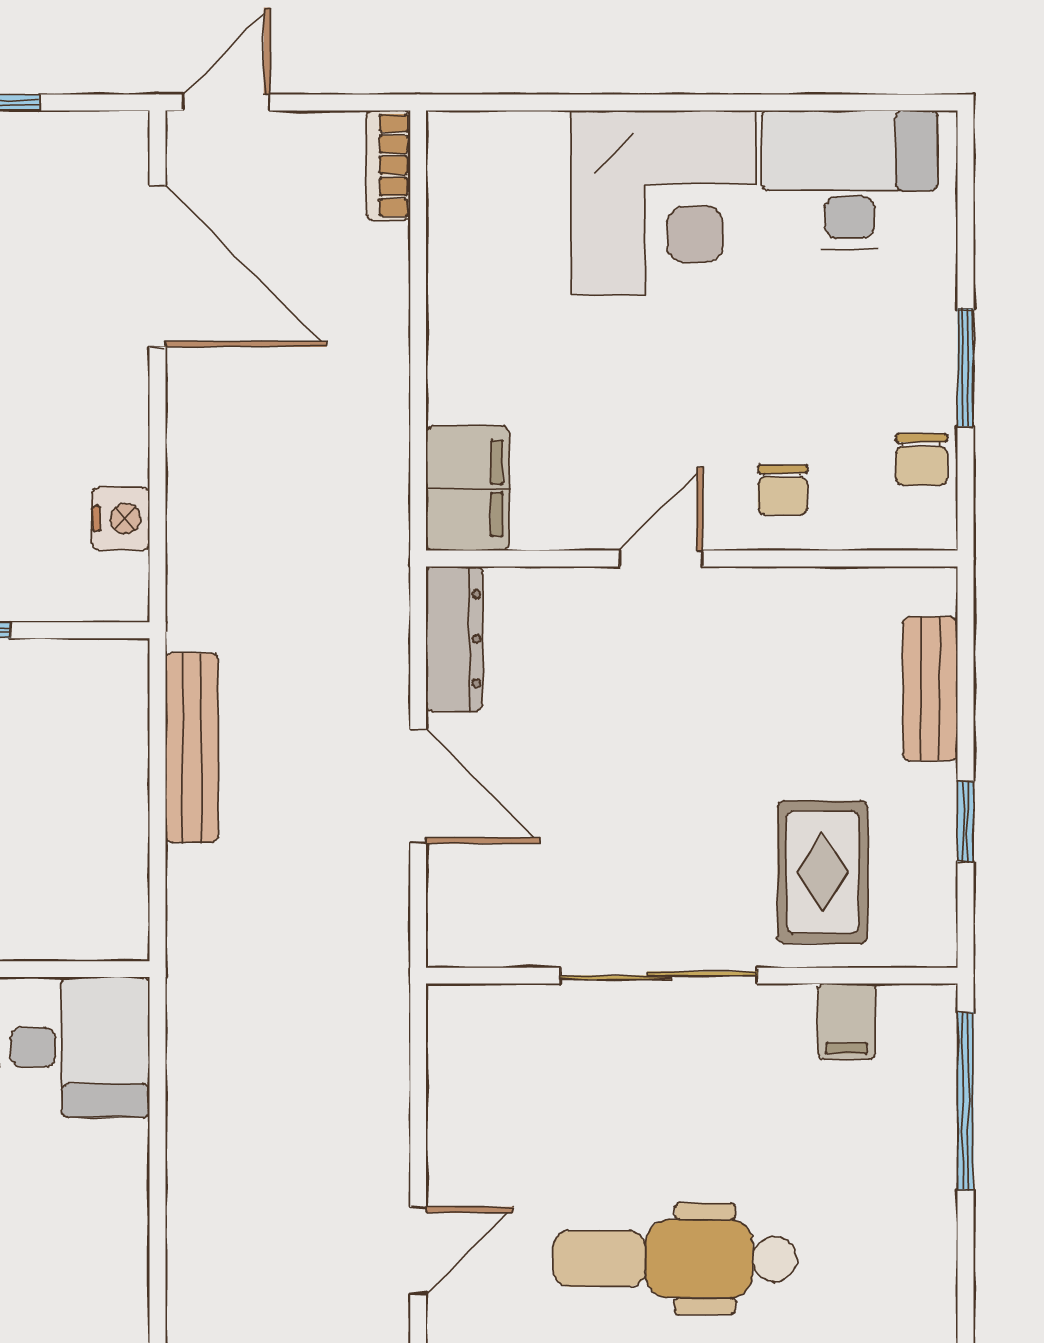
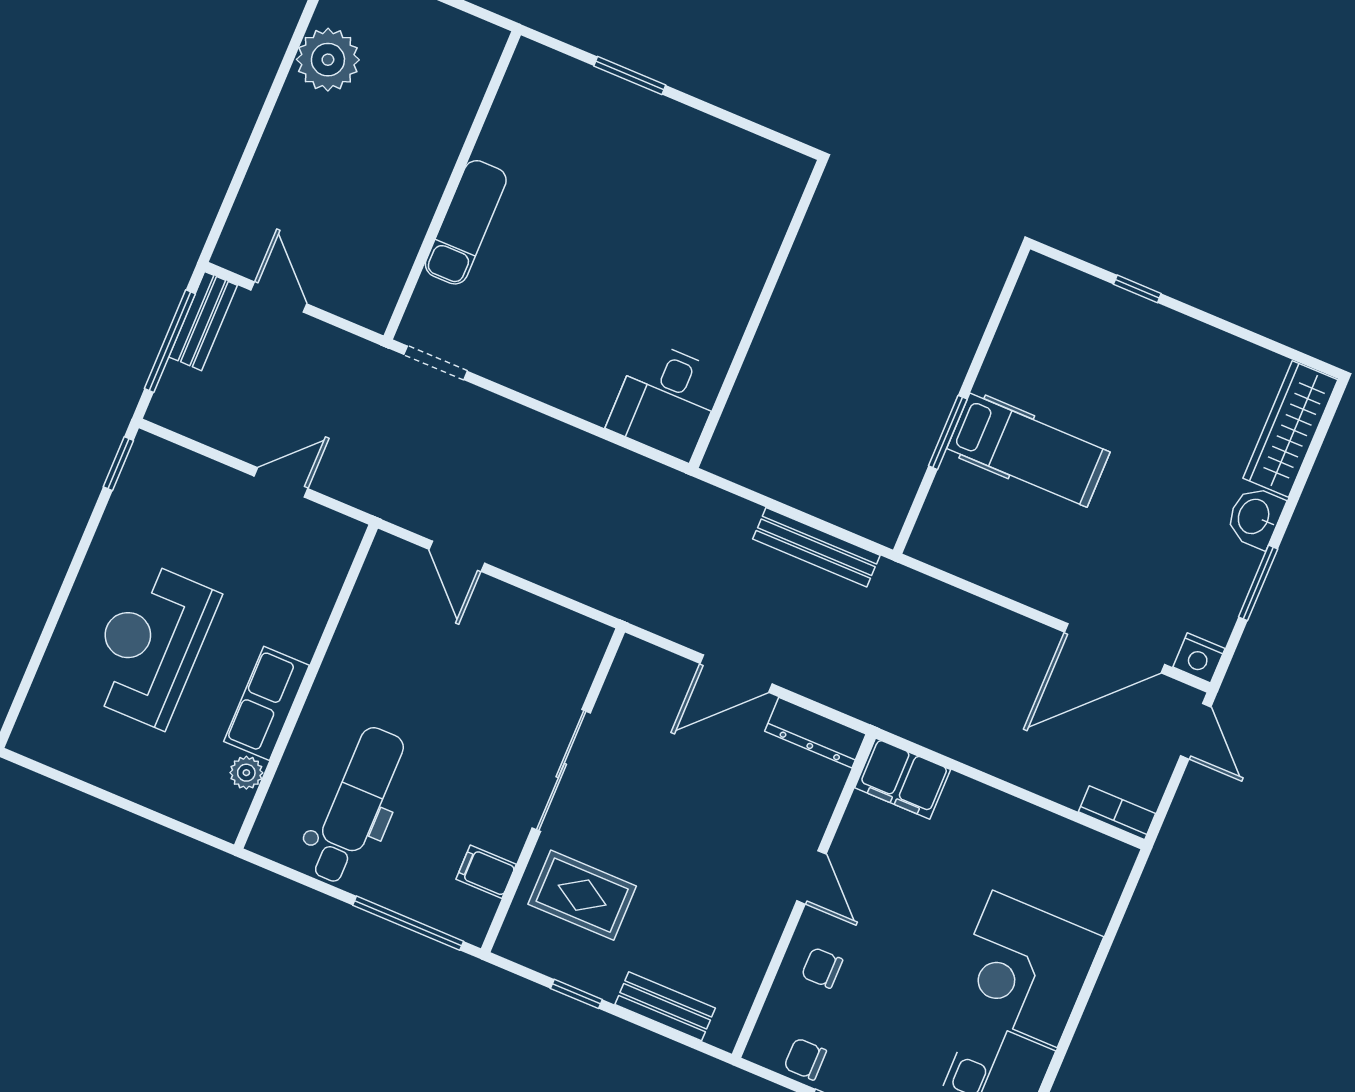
nightstand: (121, 519) -> (1199, 658), moved
dental chair: (675, 1259) -> (356, 805), moved

